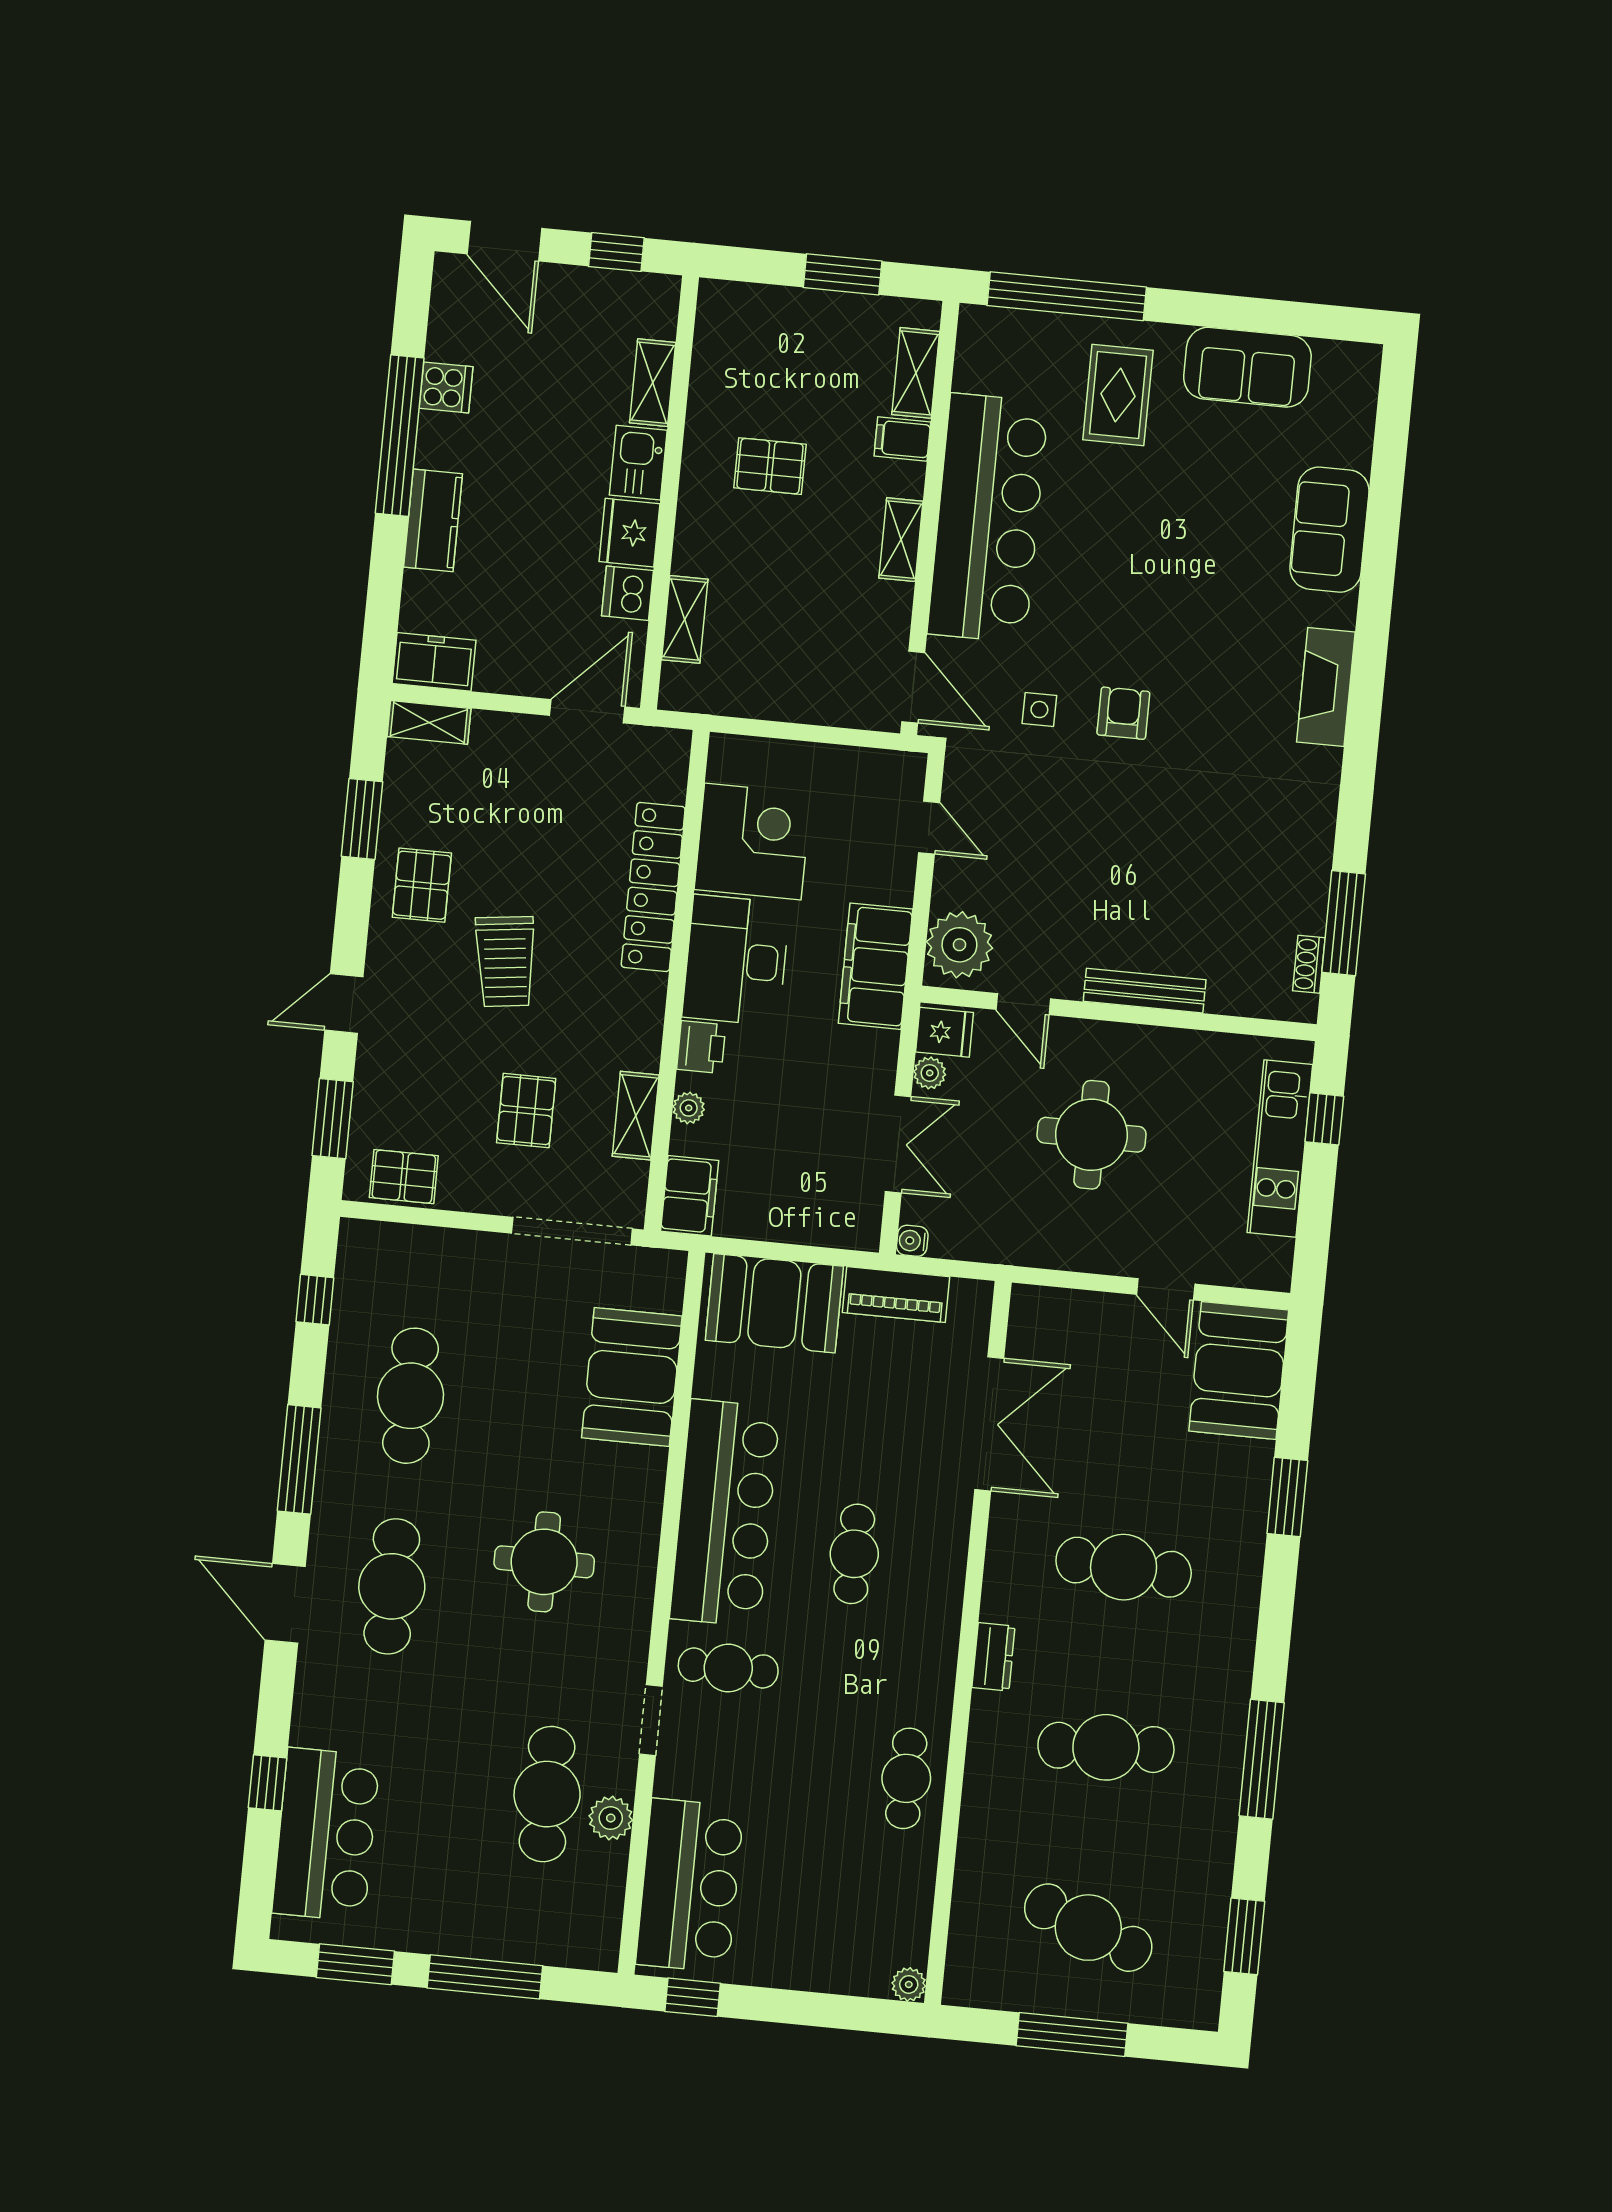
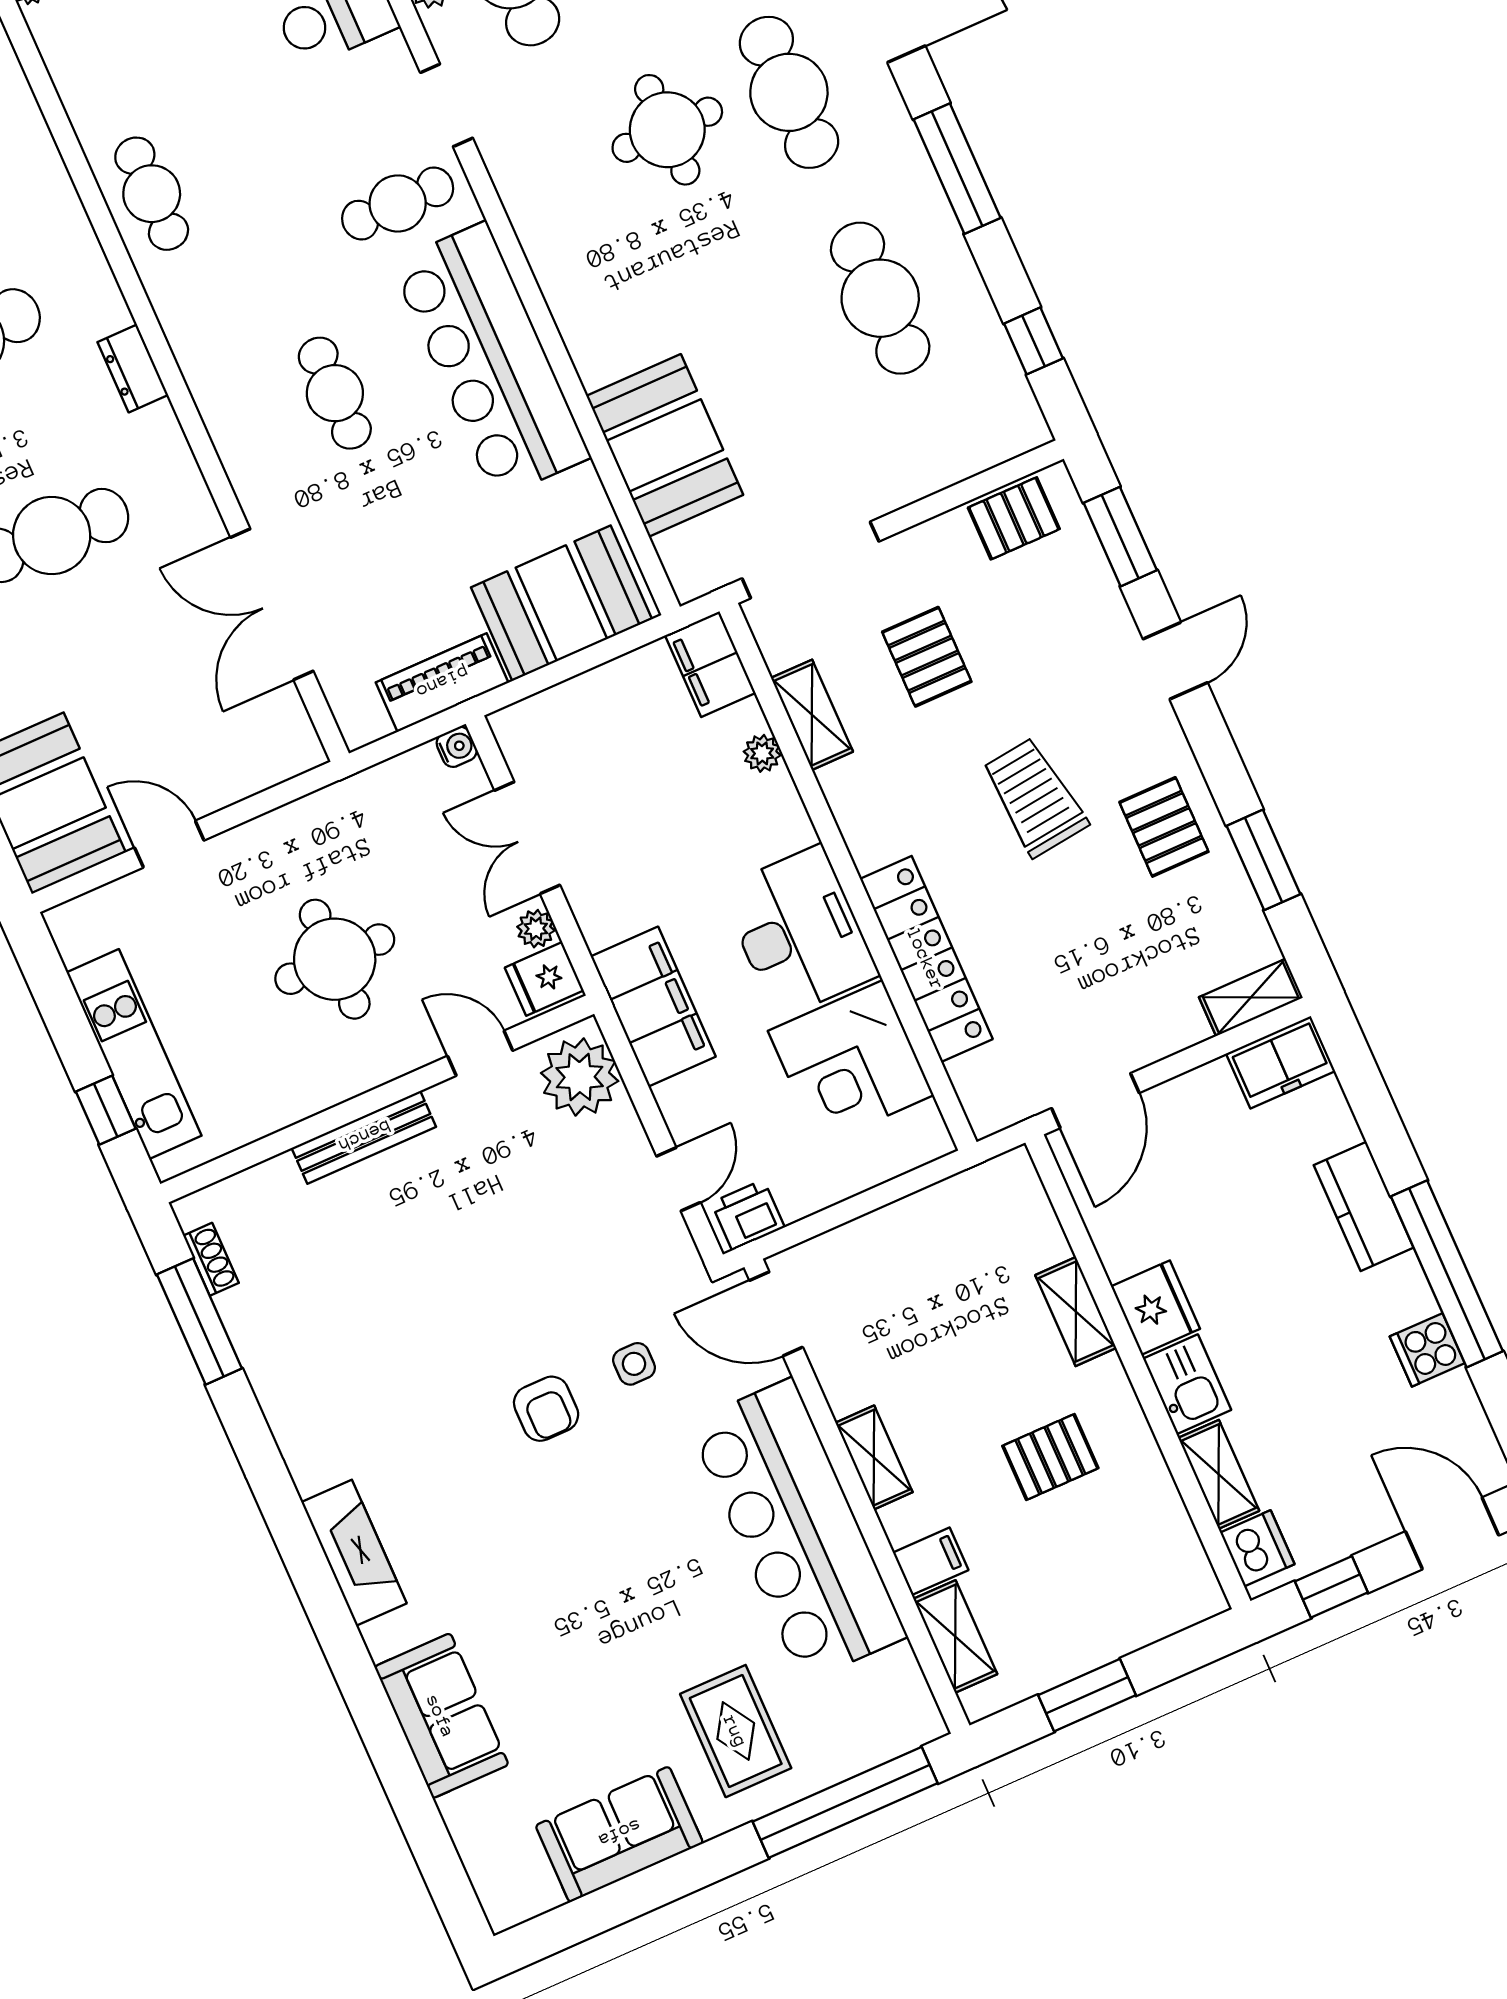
dishwasher: (627, 593) -> (1257, 1548), moved
shelving: (685, 619) -> (1076, 1312), moved
door: (929, 828) -> (678, 1179), swing flipped
printer: (701, 1047) -> (748, 1215), moved, turned 90
round table: (544, 1562) -> (667, 130), moved

